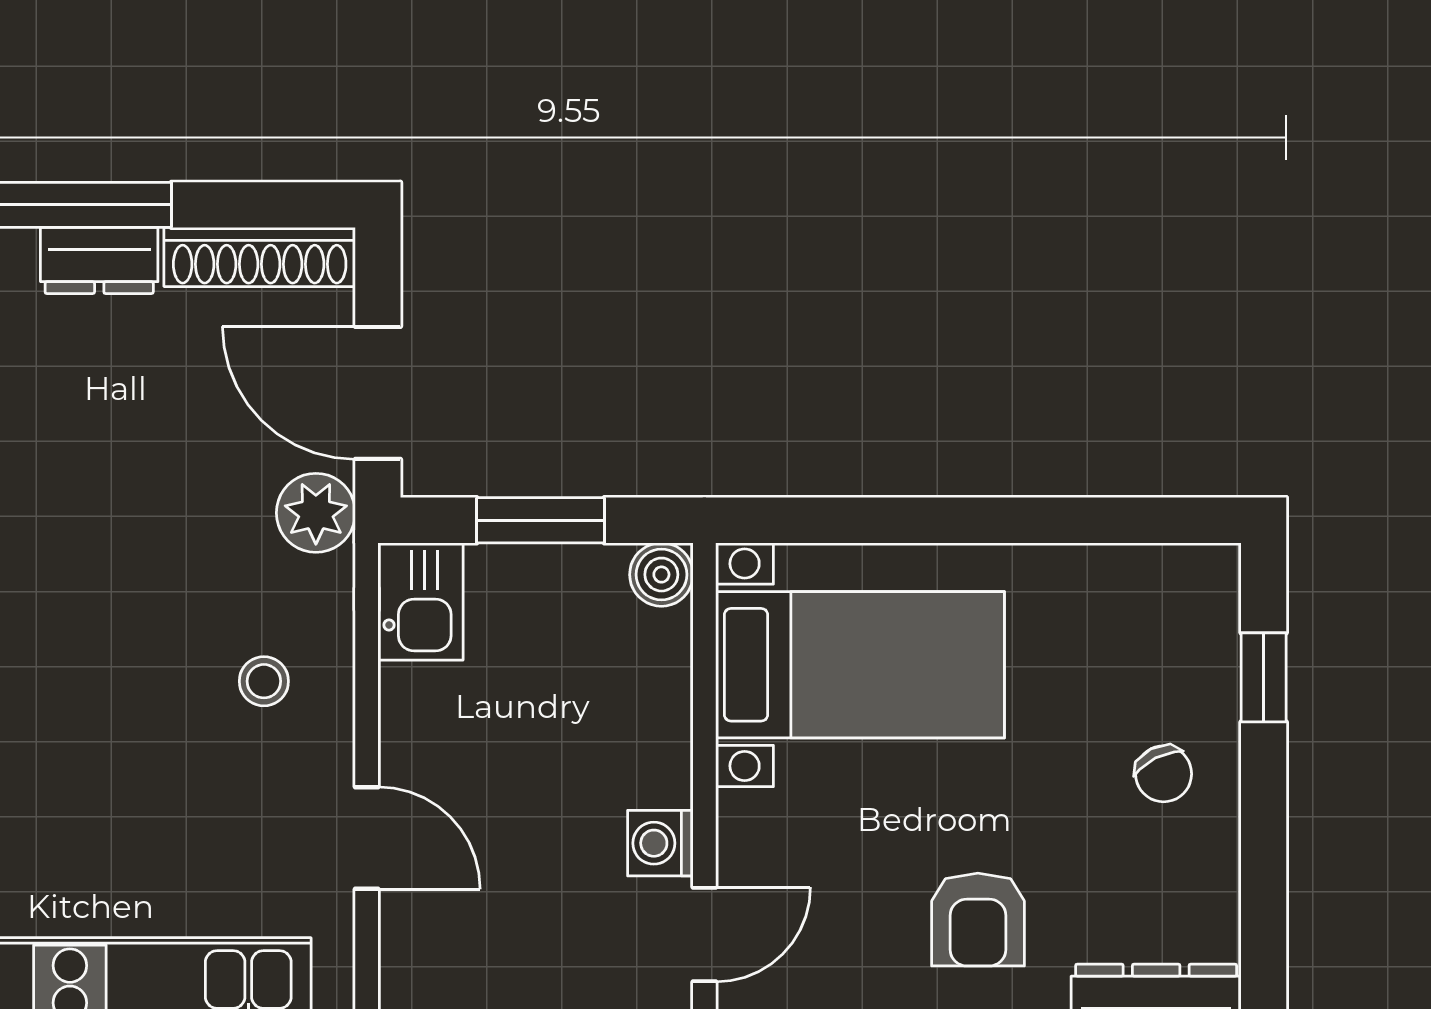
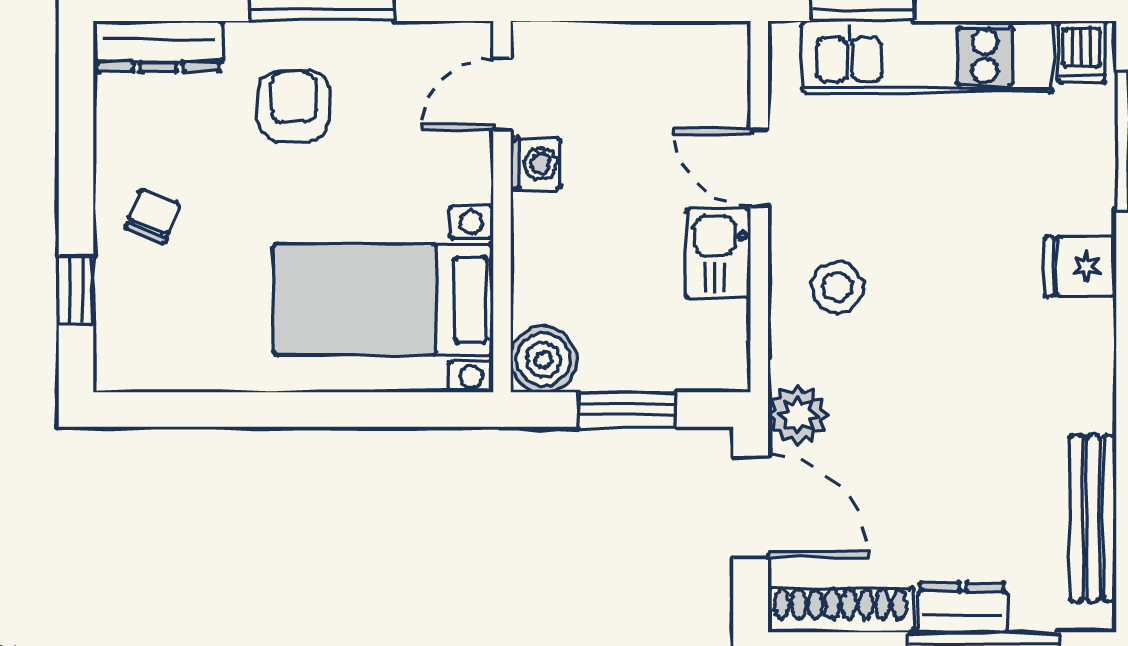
boiler: (661, 575) -> (543, 359), width x1.36, depth x1.36
kitchen sink: (420, 601) -> (718, 253), moved
stool: (264, 681) -> (837, 287), width x1.37, depth x1.37
chair: (1164, 774) -> (152, 216), turned 48

